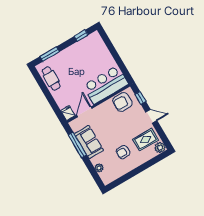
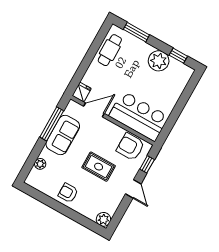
plant: (77, 51) -> (159, 61), added
rug: (146, 140) -> (99, 167), moved
armchair: (123, 152) -> (68, 193), moved

